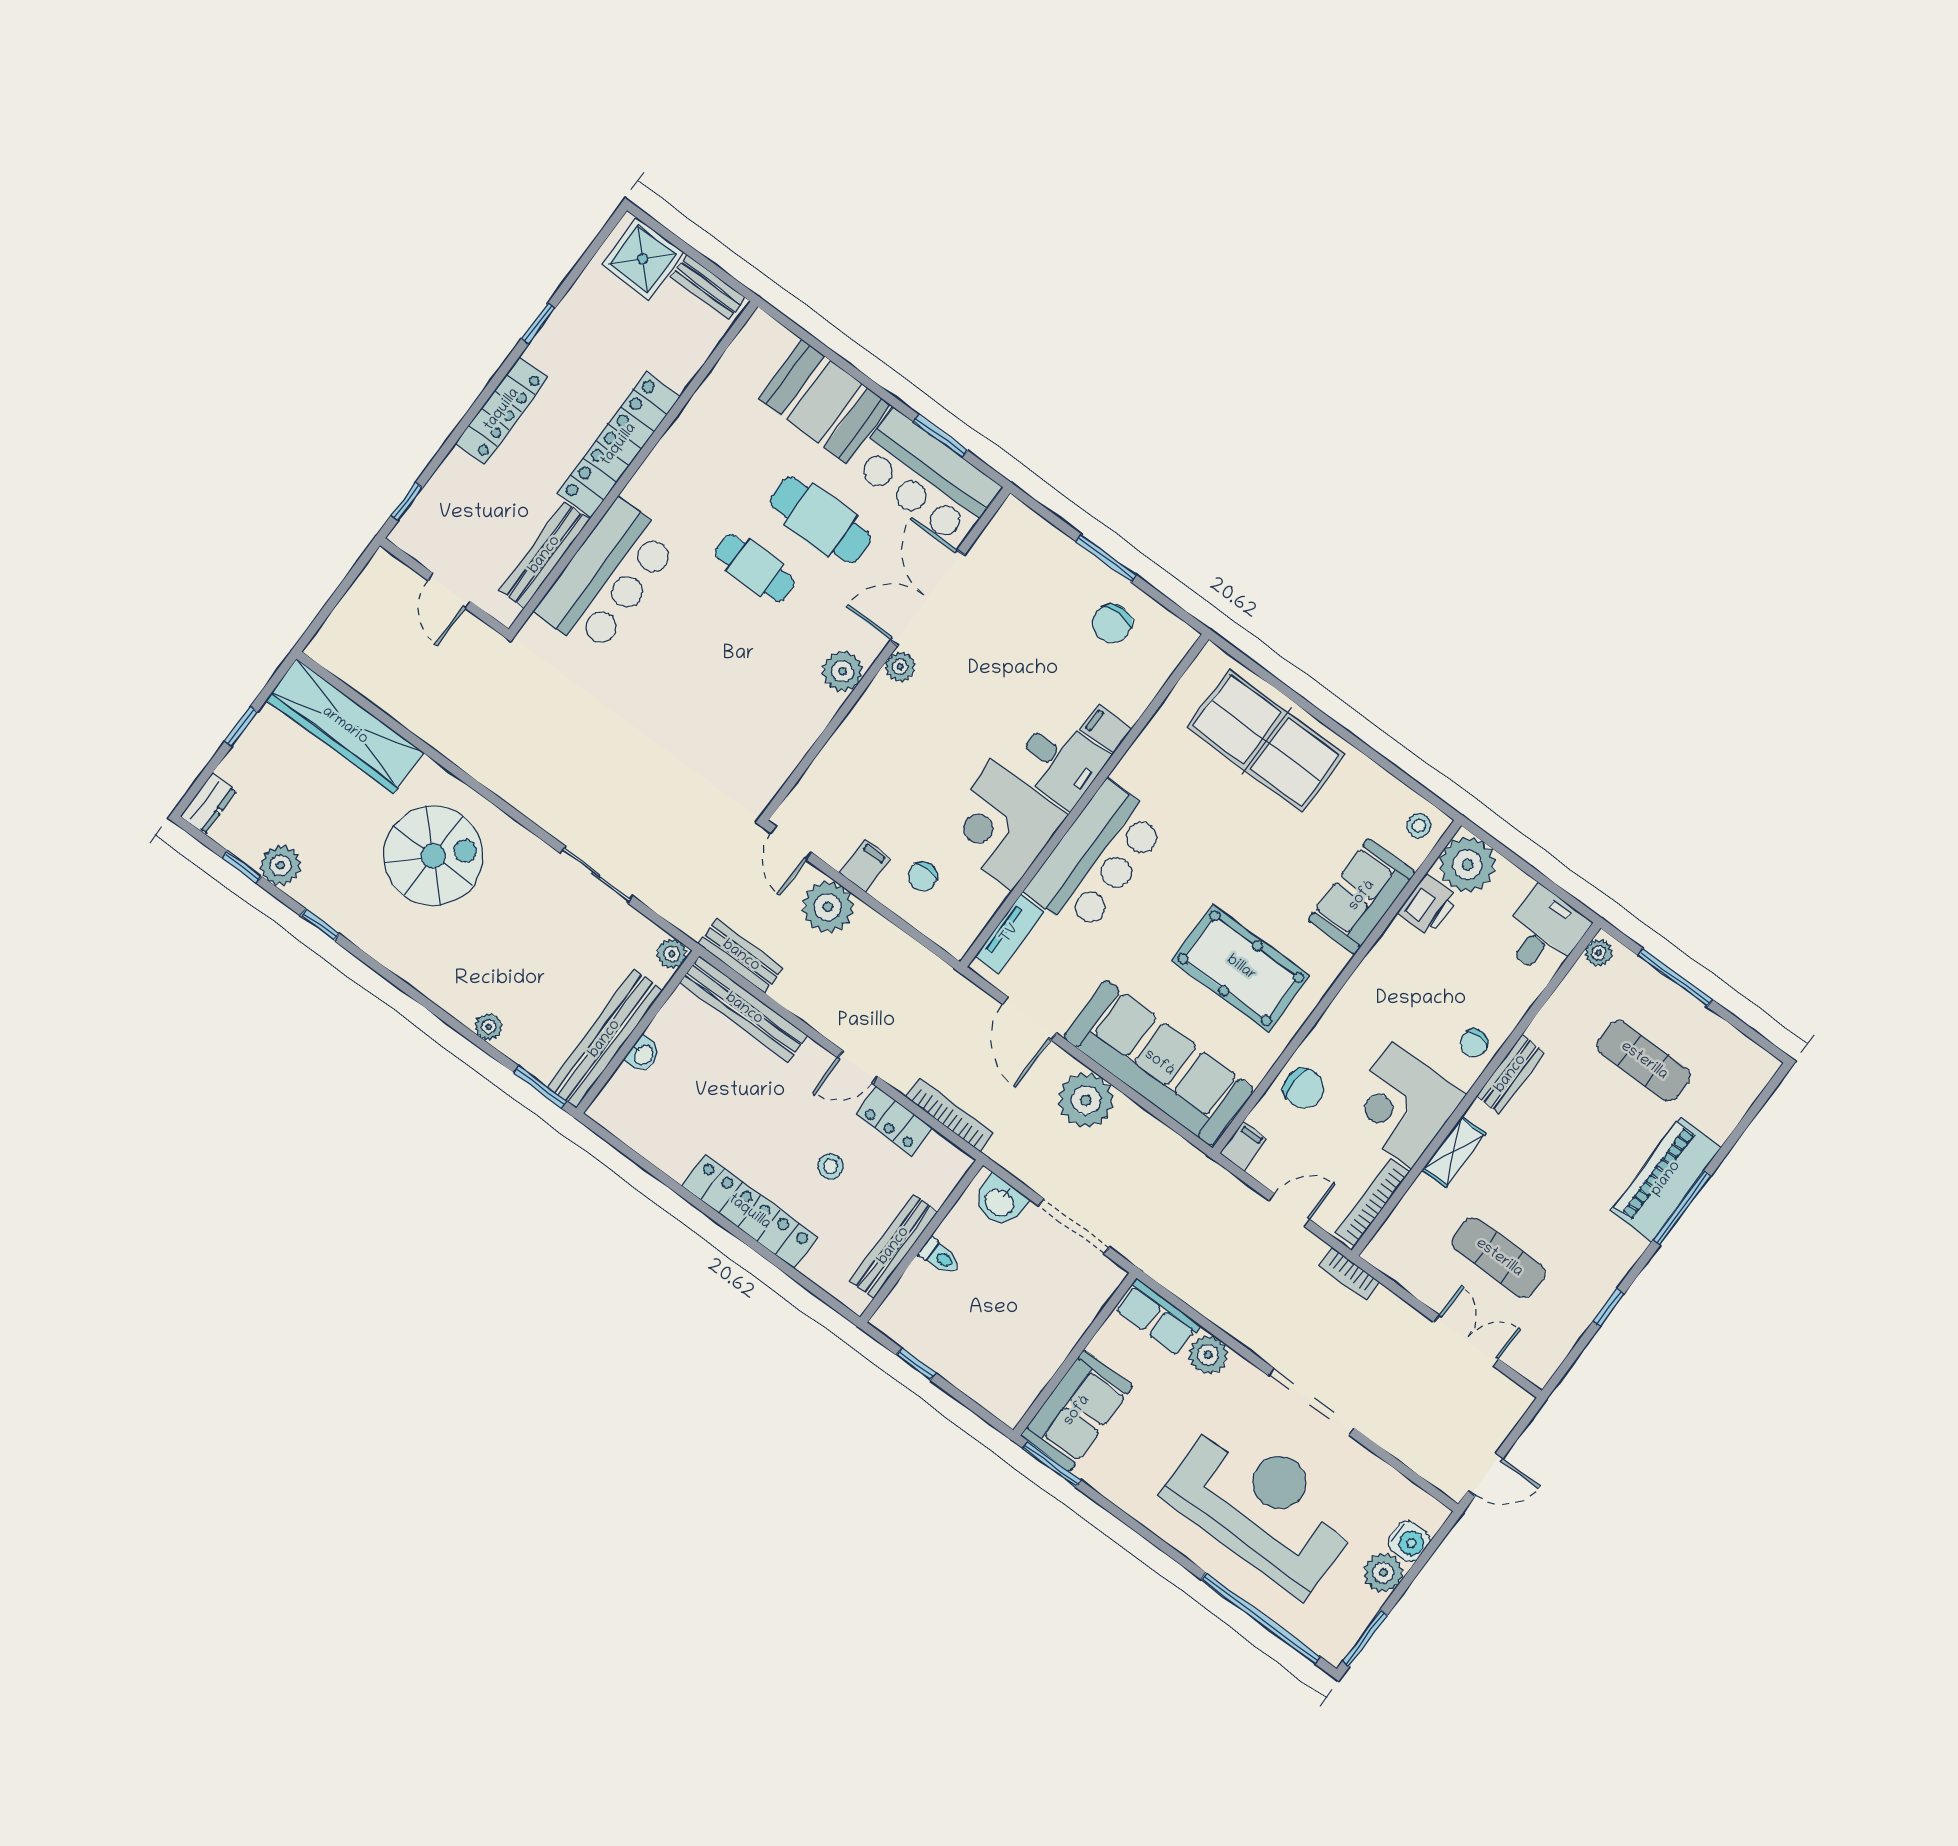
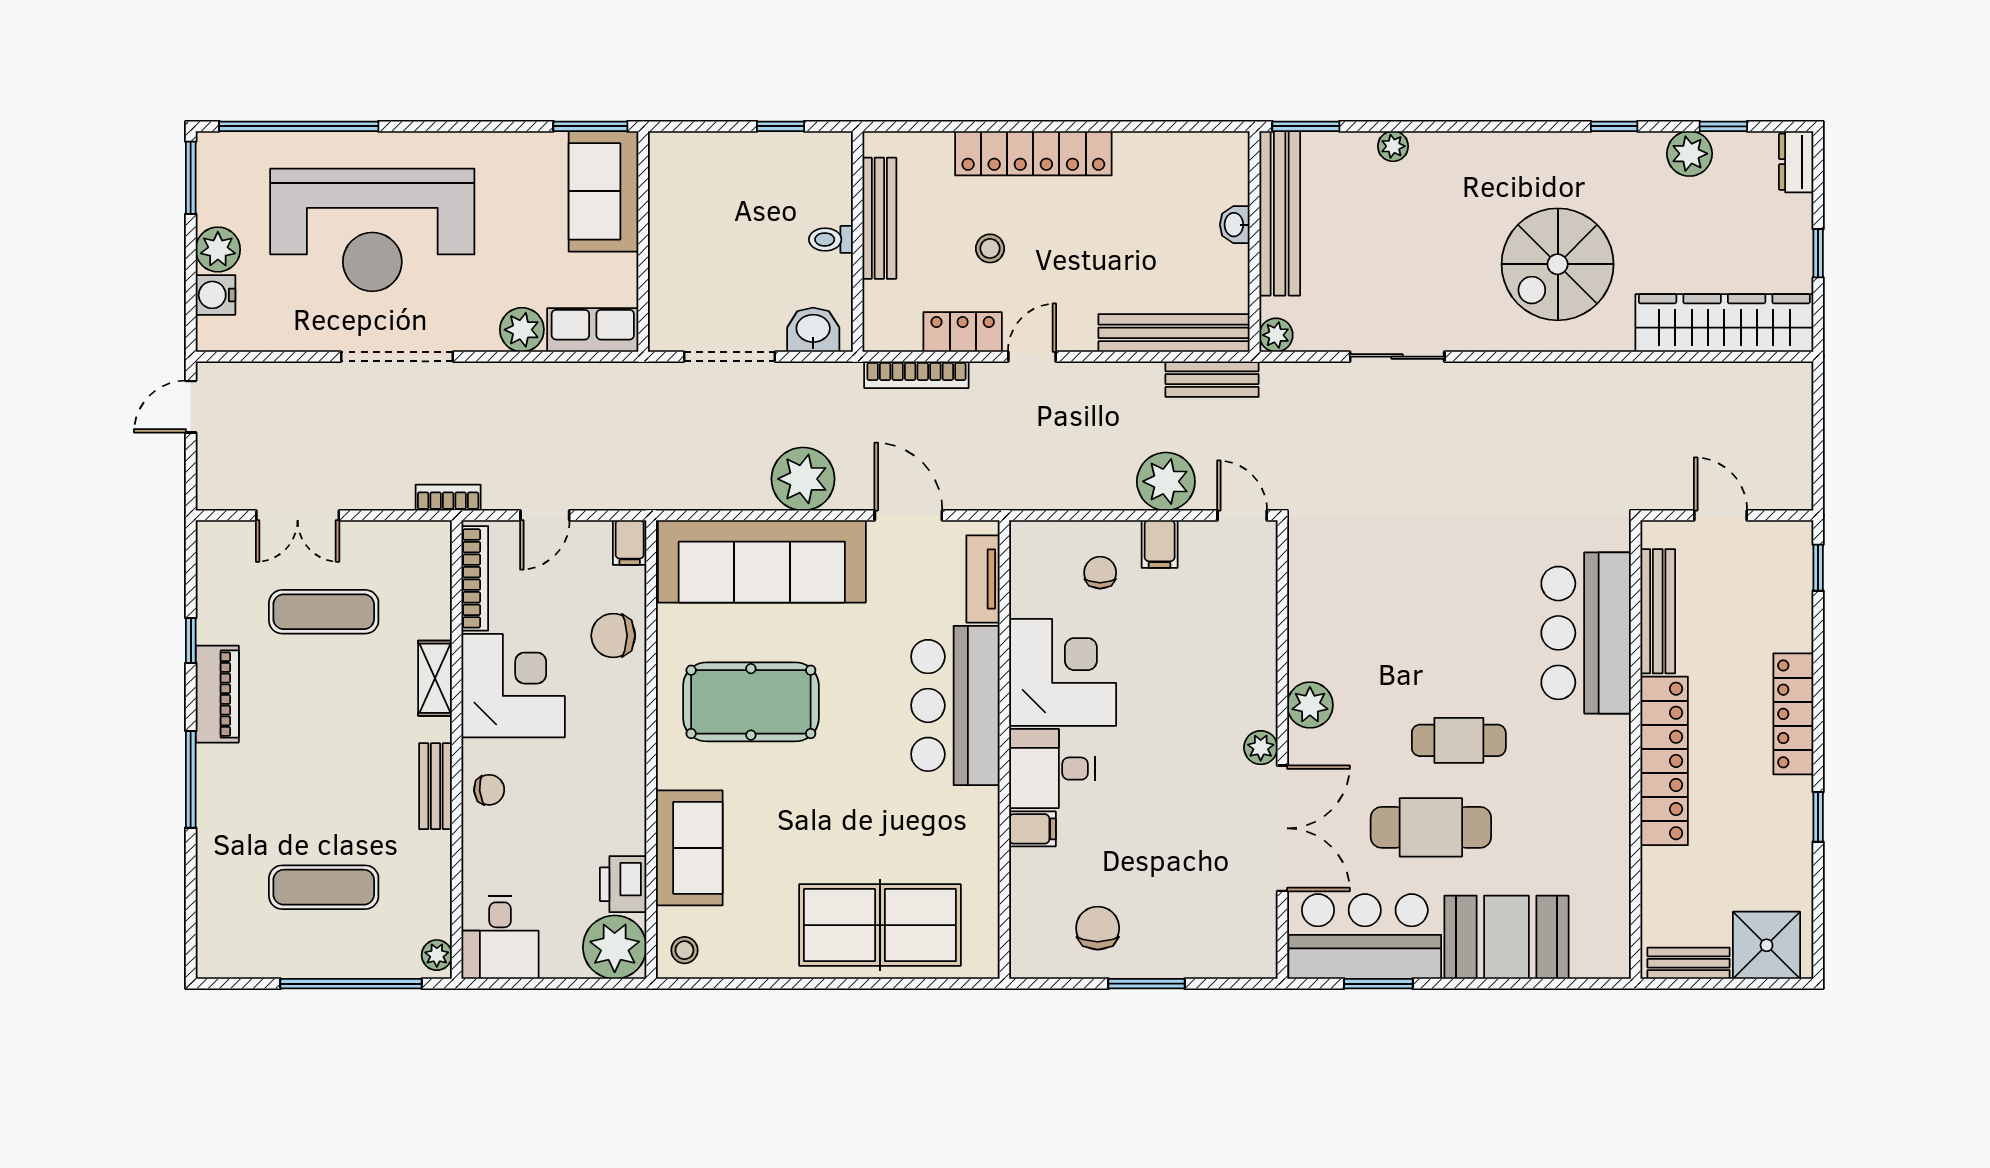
window: (1675, 978) -> (351, 984), width x1.46
chair: (1474, 1043) -> (489, 790), turned 85
piano: (1666, 1179) -> (217, 694), moved, width x0.73, depth x0.75

